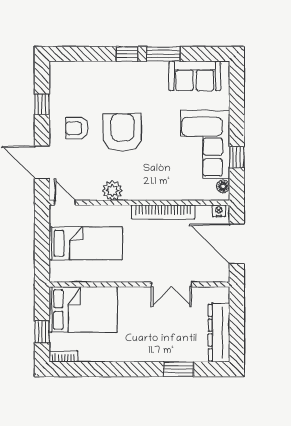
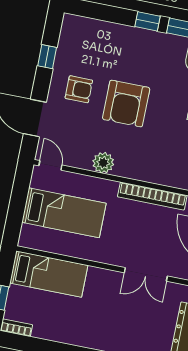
armchair: (77, 128) -> (79, 89), turned 180
armchair: (122, 133) -> (126, 104), turned 180
bed: (83, 309) -> (49, 274), width x0.67

